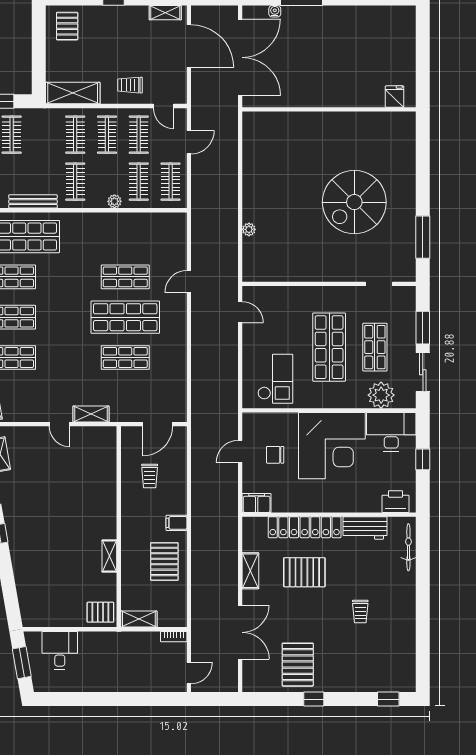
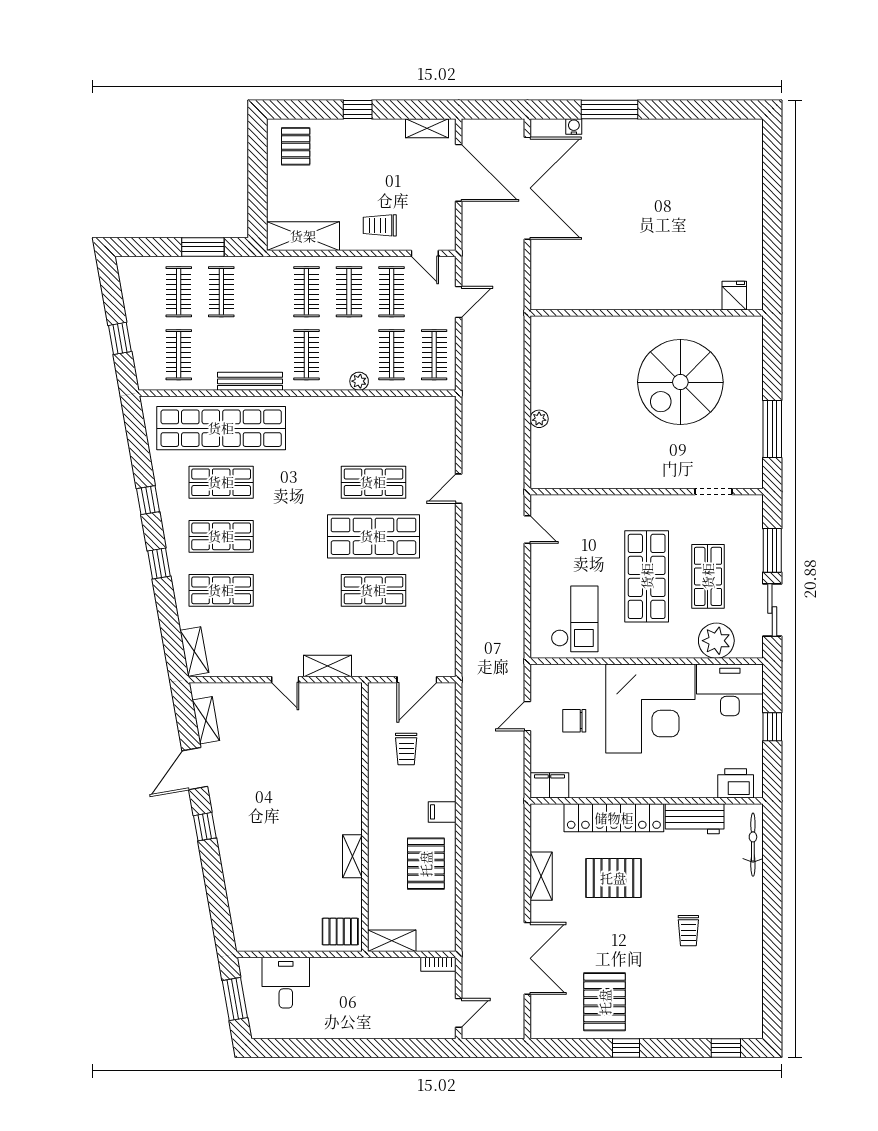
fridge: (395, 97) -> (734, 296), moved
wall: (329, 109) -> (647, 313), moved

